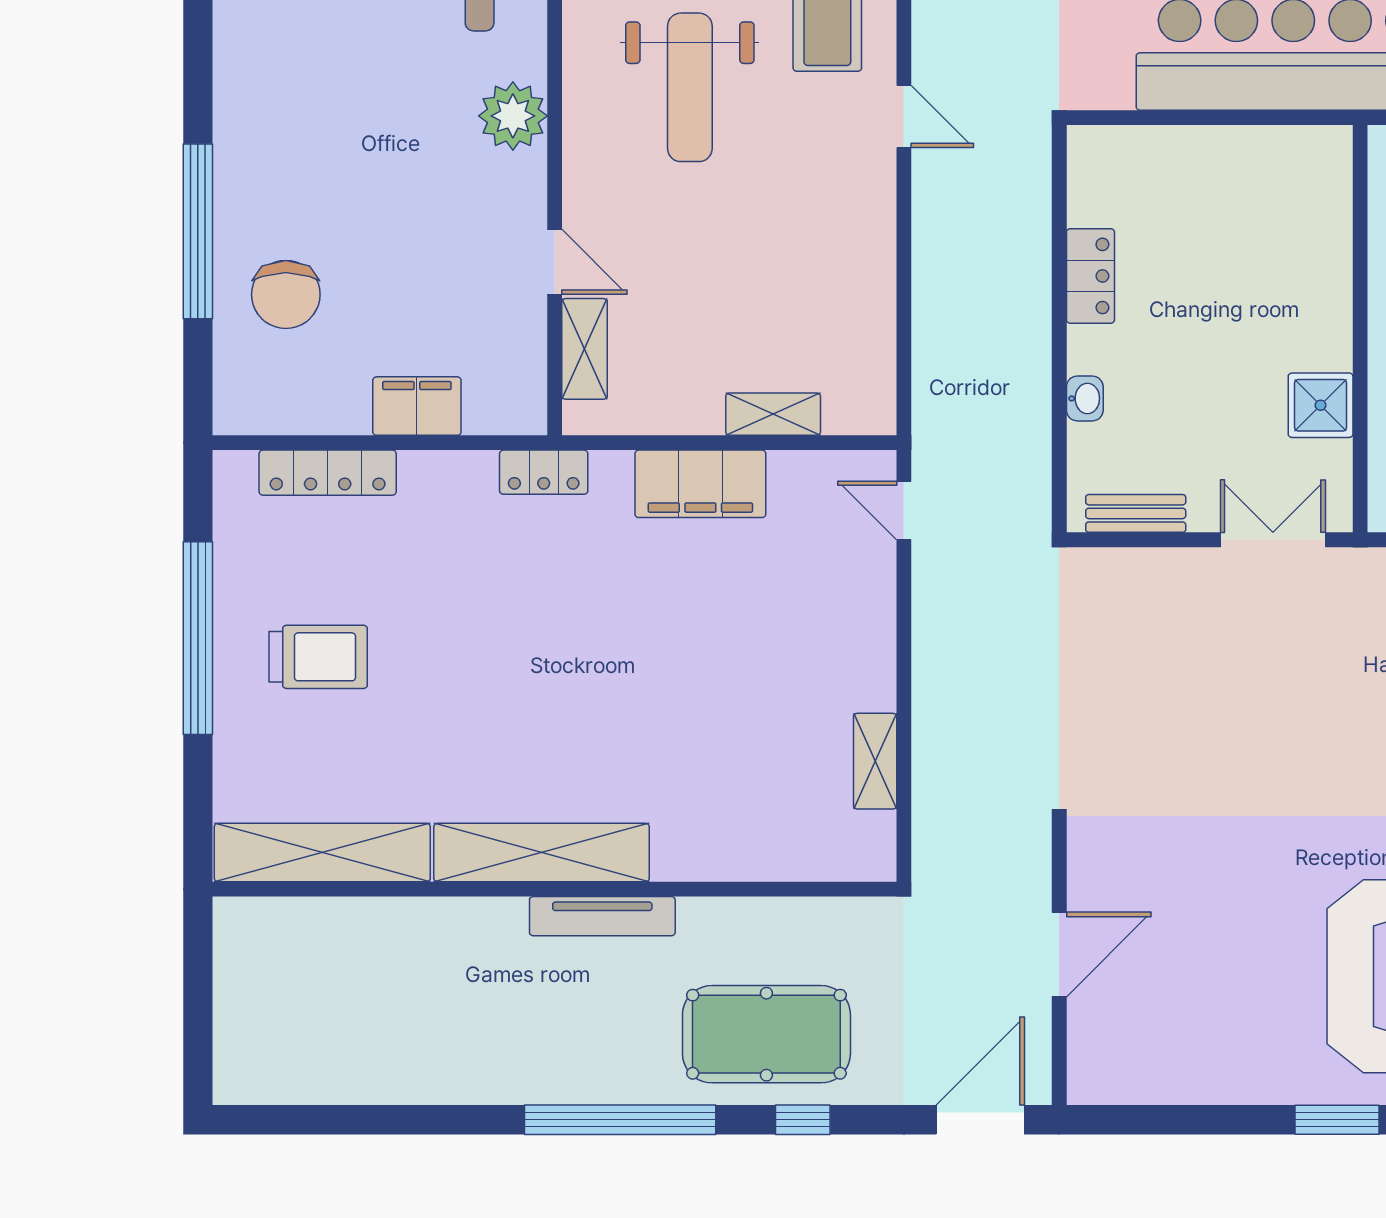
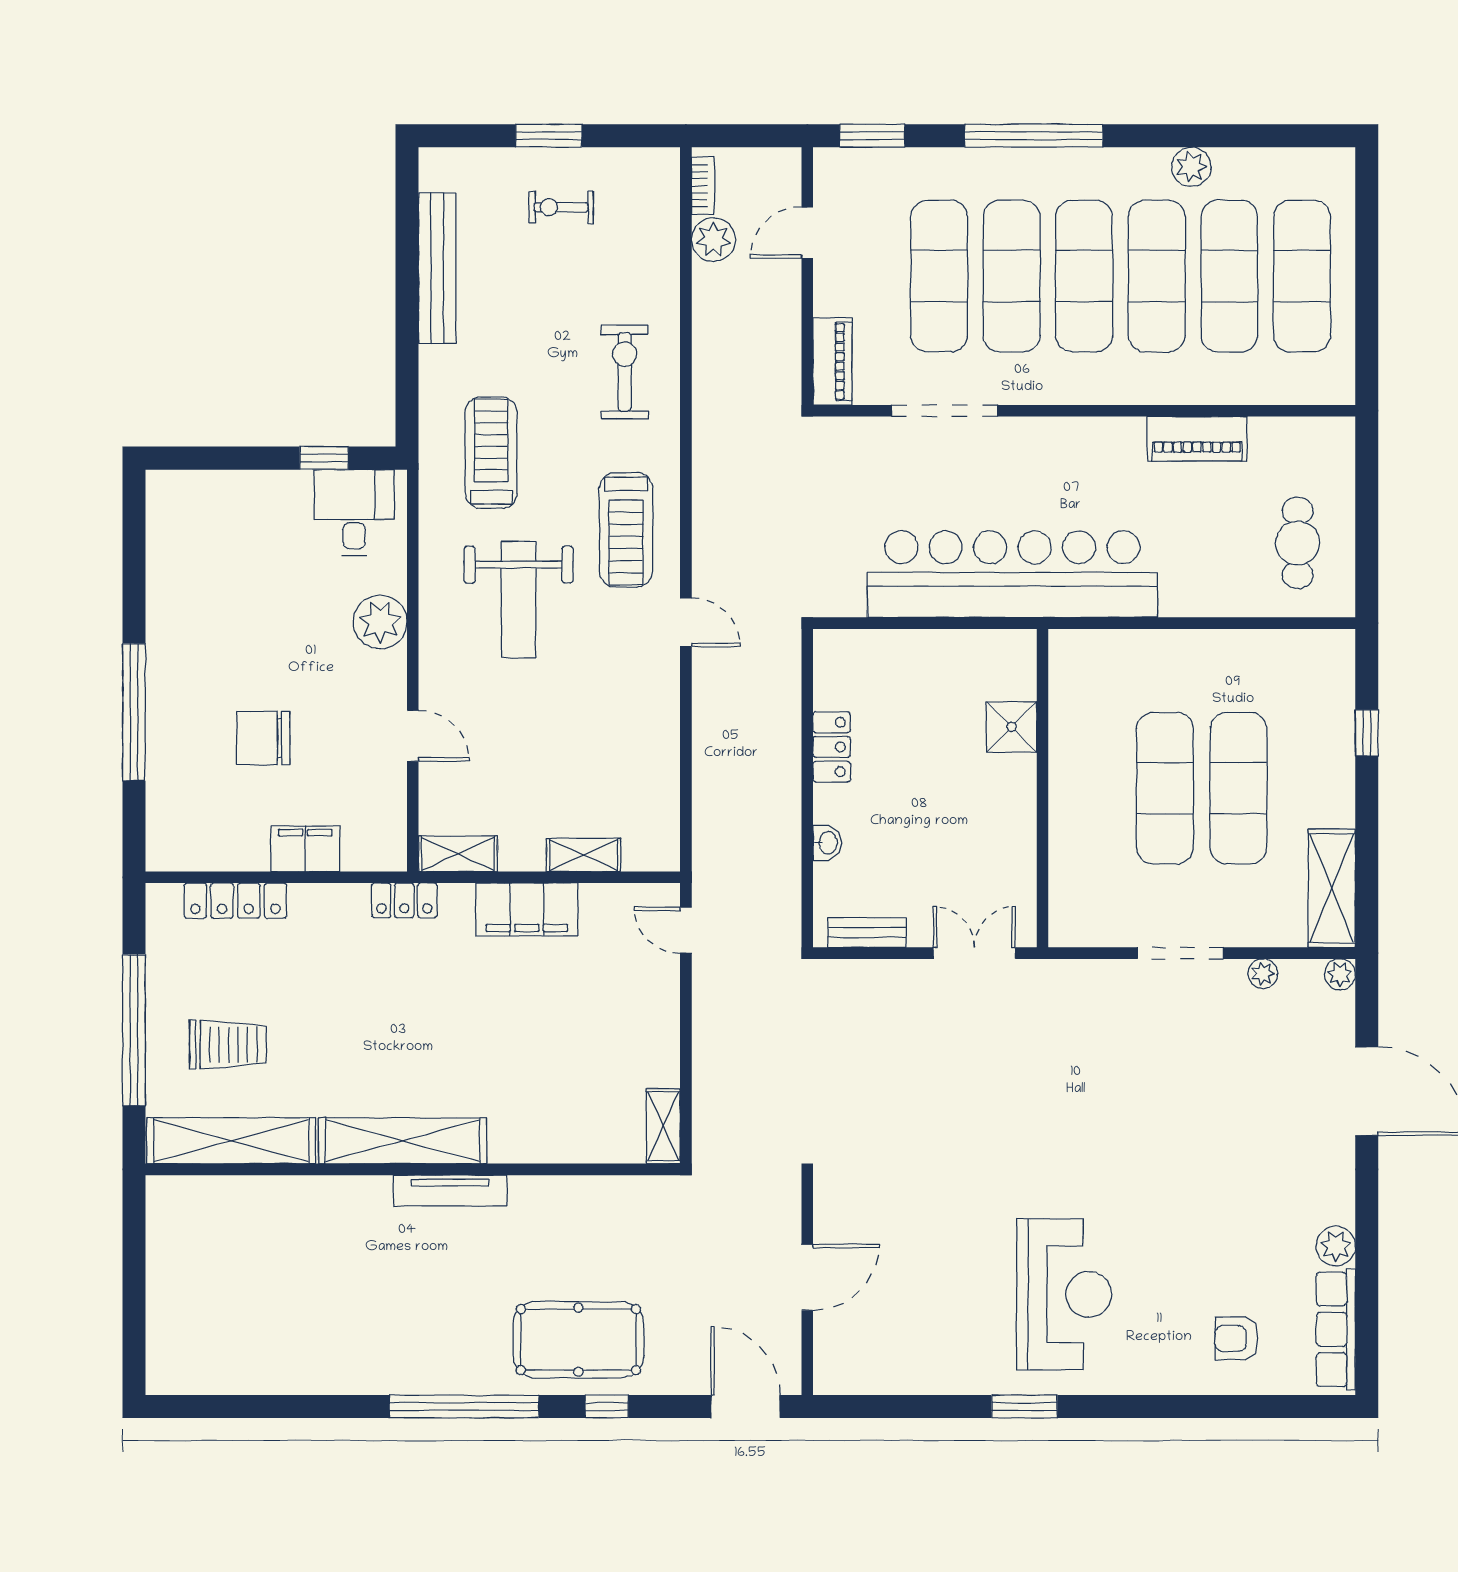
chair: (286, 294) -> (263, 738), moved, turned 90
shelving: (585, 349) -> (458, 854), moved, turned 90
shower: (1321, 405) -> (1012, 727), moved
shelving: (322, 852) -> (231, 1141), moved
shelving: (542, 853) -> (403, 1141), moved
wall: (555, 889) -> (413, 1169), moved
tv unit: (602, 916) -> (450, 1190), moved
door: (980, 1120) -> (745, 1406), hinge flipped

